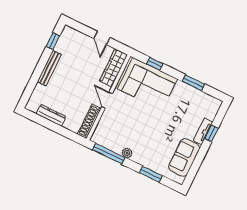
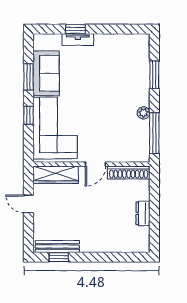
door: (102, 38) -> (29, 204), swing flipped
window: (155, 64) -> (29, 115), moved
bench: (49, 68) -> (57, 246), moved
dresser: (51, 115) -> (143, 213), width x0.70
sofa: (184, 157) -> (46, 73), moved, turned -90

